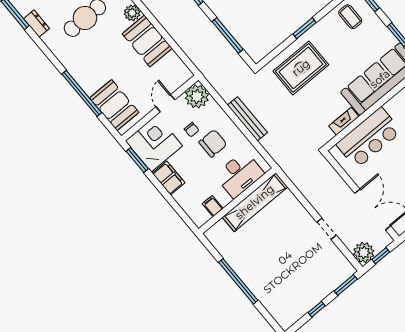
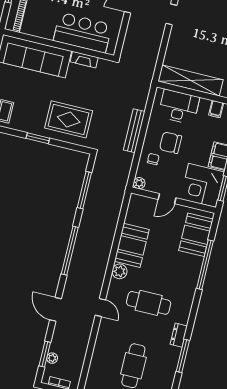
plant: (197, 96) -> (139, 183), width x0.53, depth x0.53
chair: (192, 130) -> (153, 159), moved

